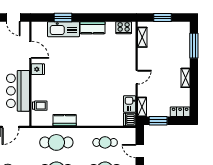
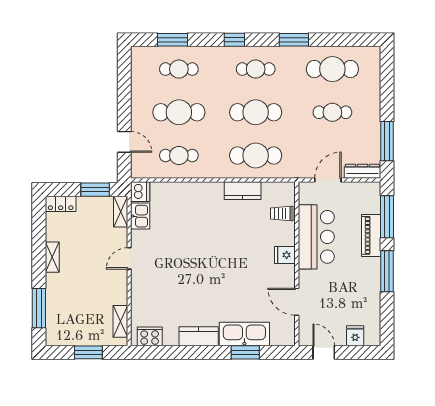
fridge: (38, 69) -> (285, 255), moved

